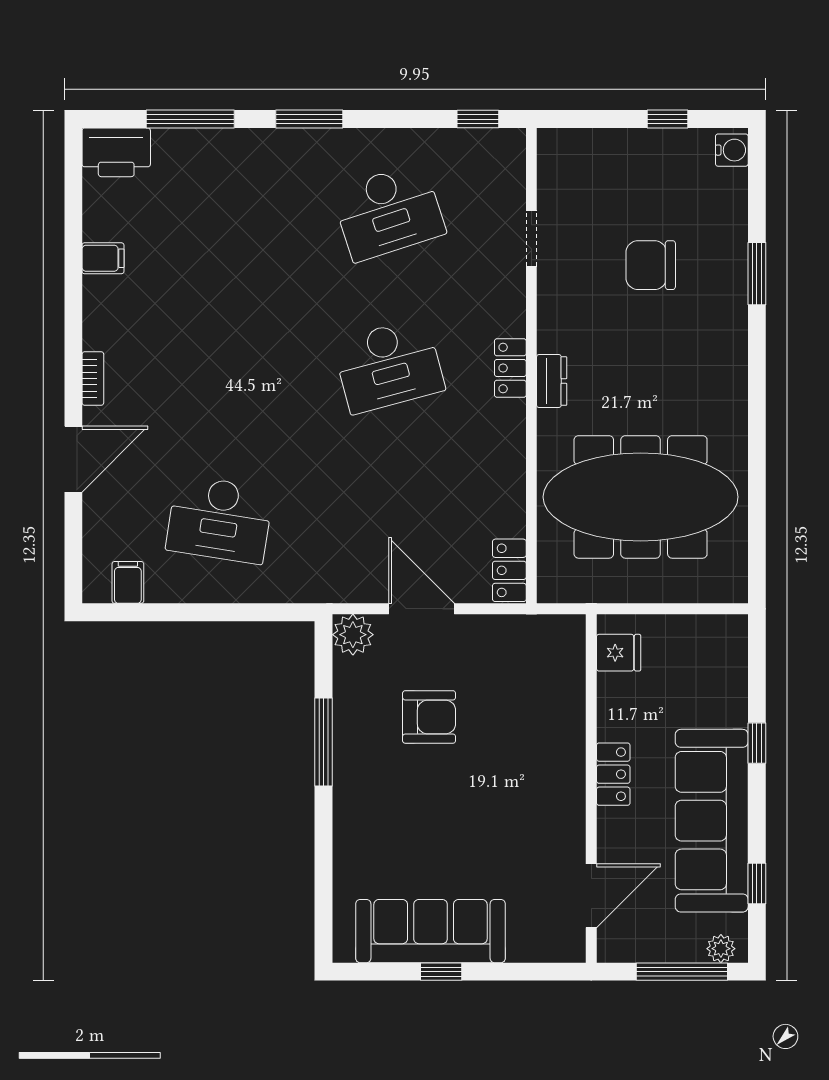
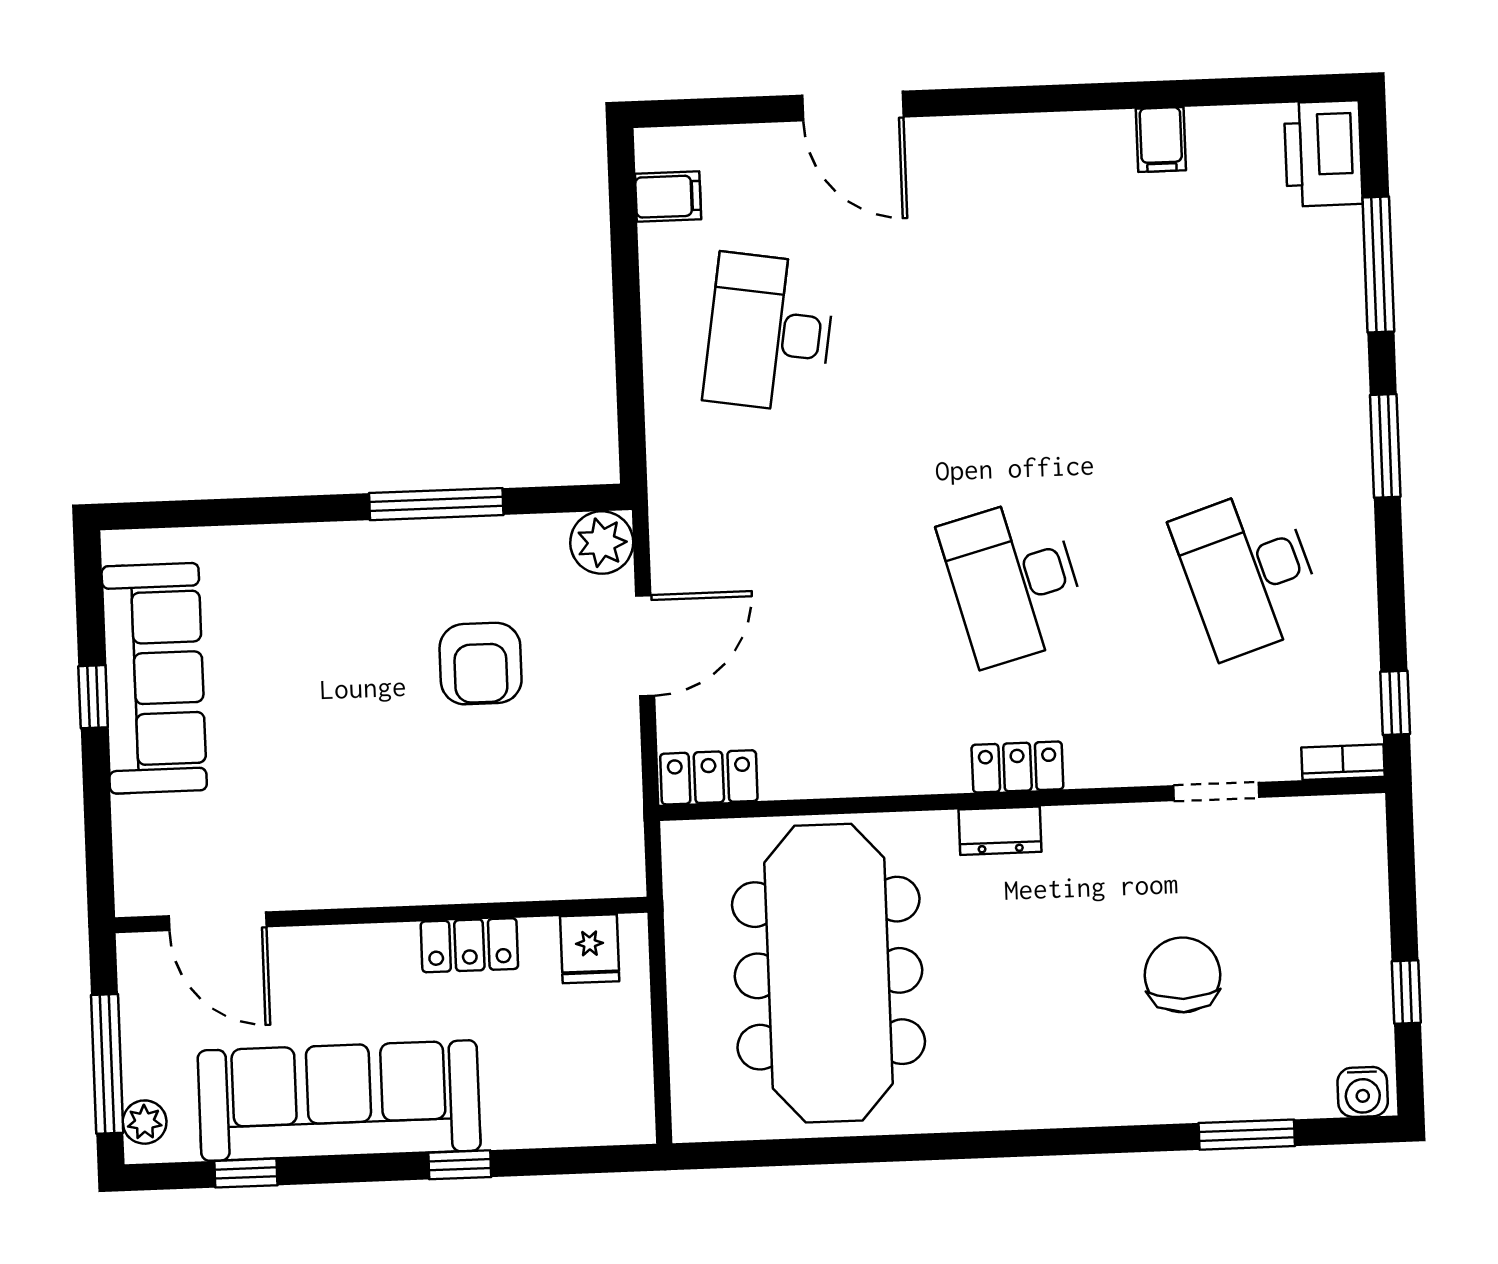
window: (757, 274) -> (1247, 1135), moved
bookcase: (93, 379) -> (1343, 762), moved, turned 180
locker: (613, 774) -> (469, 945), moved

